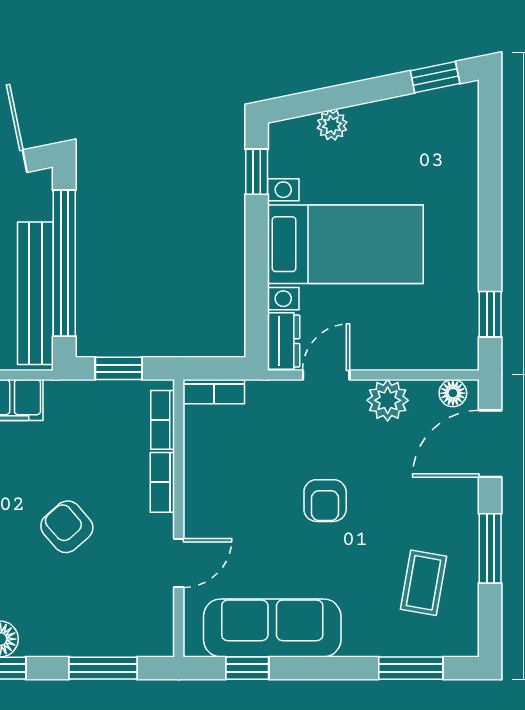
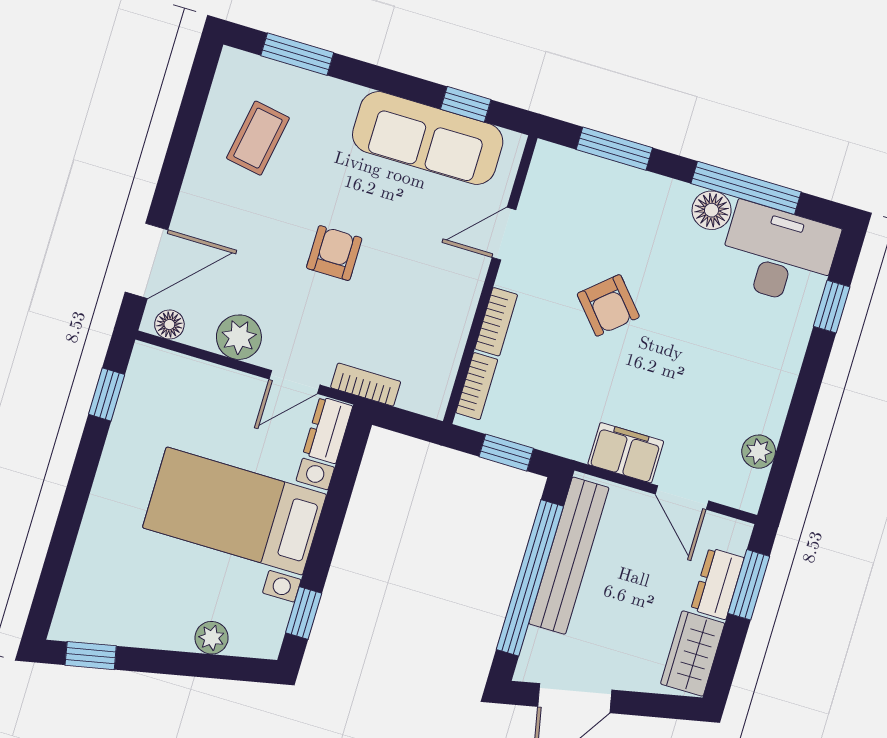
bookcase: (214, 392) -> (366, 385), moved
window: (490, 548) -> (179, 153), removed

